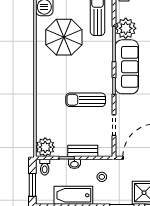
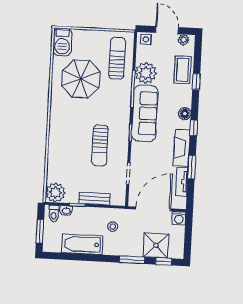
sun lounger: (86, 100) -> (100, 145), turned -90
washbasin: (74, 164) -> (66, 211), moved

